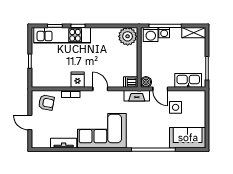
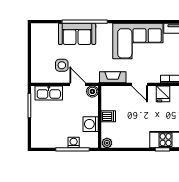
shelving: (194, 33) -> (43, 142), removed
washing machine: (151, 34) -> (91, 124), moved, turned -90
plant: (128, 36) -> (107, 143), width x0.53, depth x0.53
dishwasher: (131, 82) -> (108, 116), moved
fireplace: (137, 96) -> (113, 77), moved
sofa: (188, 138) -> (77, 34), moved

